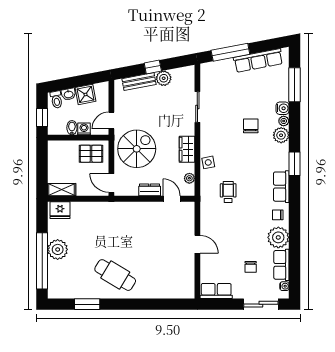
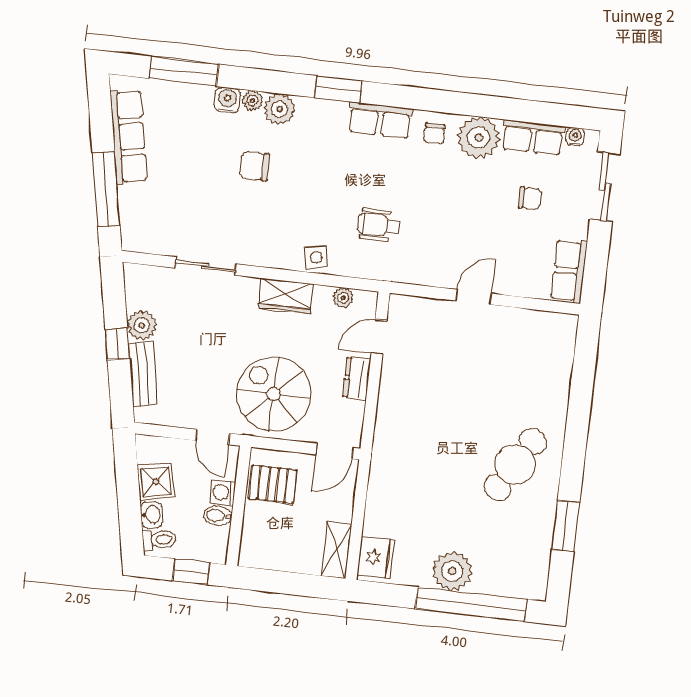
pallet: (91, 154) -> (273, 484), turned 90

